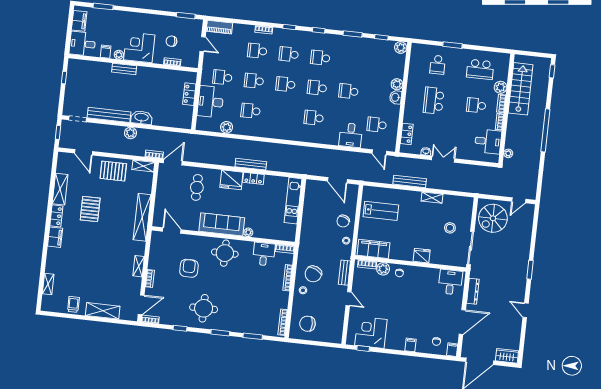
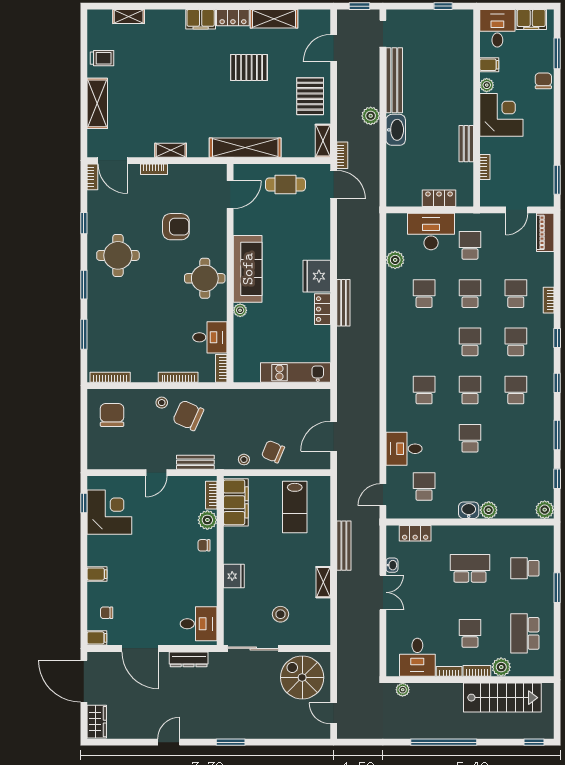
chair: (171, 41) -> (543, 81), moved
bench: (124, 69) -> (466, 144), moved
cafe table: (197, 187) -> (286, 185), moved

